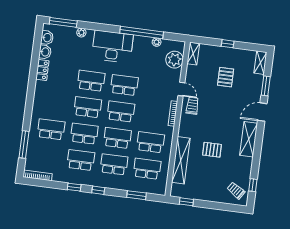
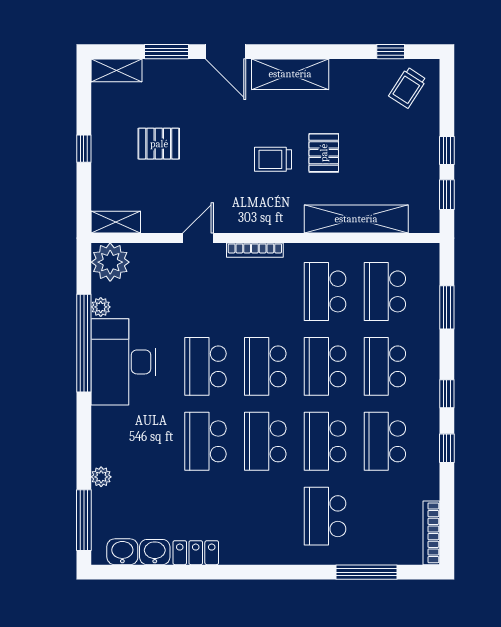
desk: (112, 47) -> (123, 362), moved
plant: (174, 60) -> (110, 262), moved
trolley: (192, 106) -> (273, 159), moved
window: (206, 204) -> (447, 150), added

